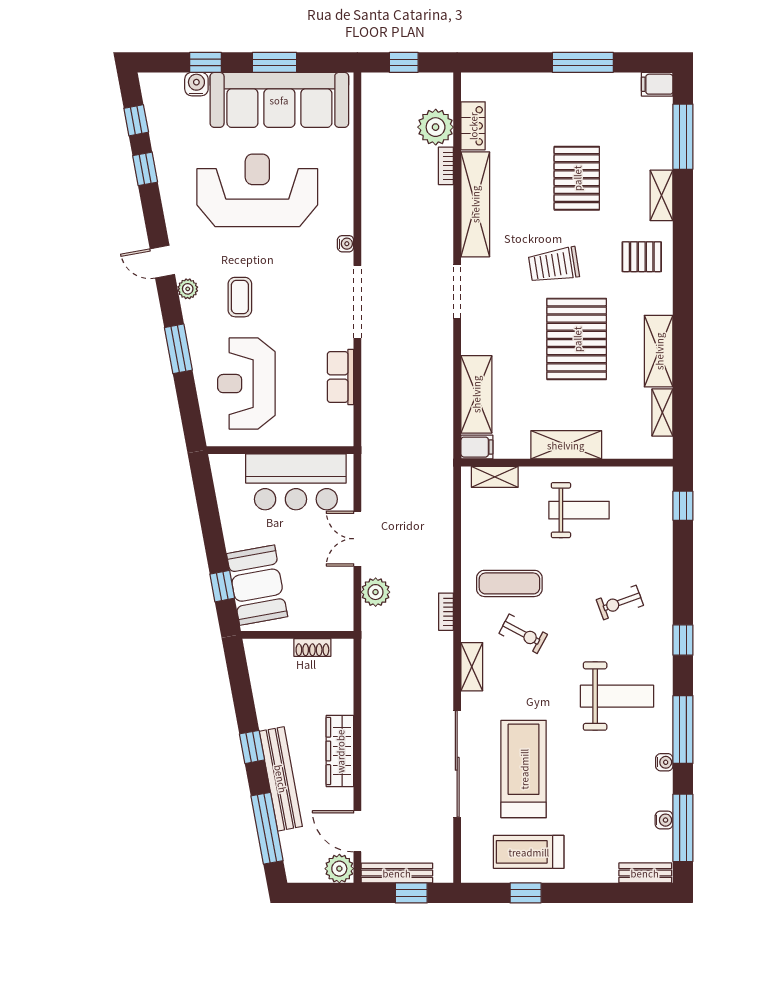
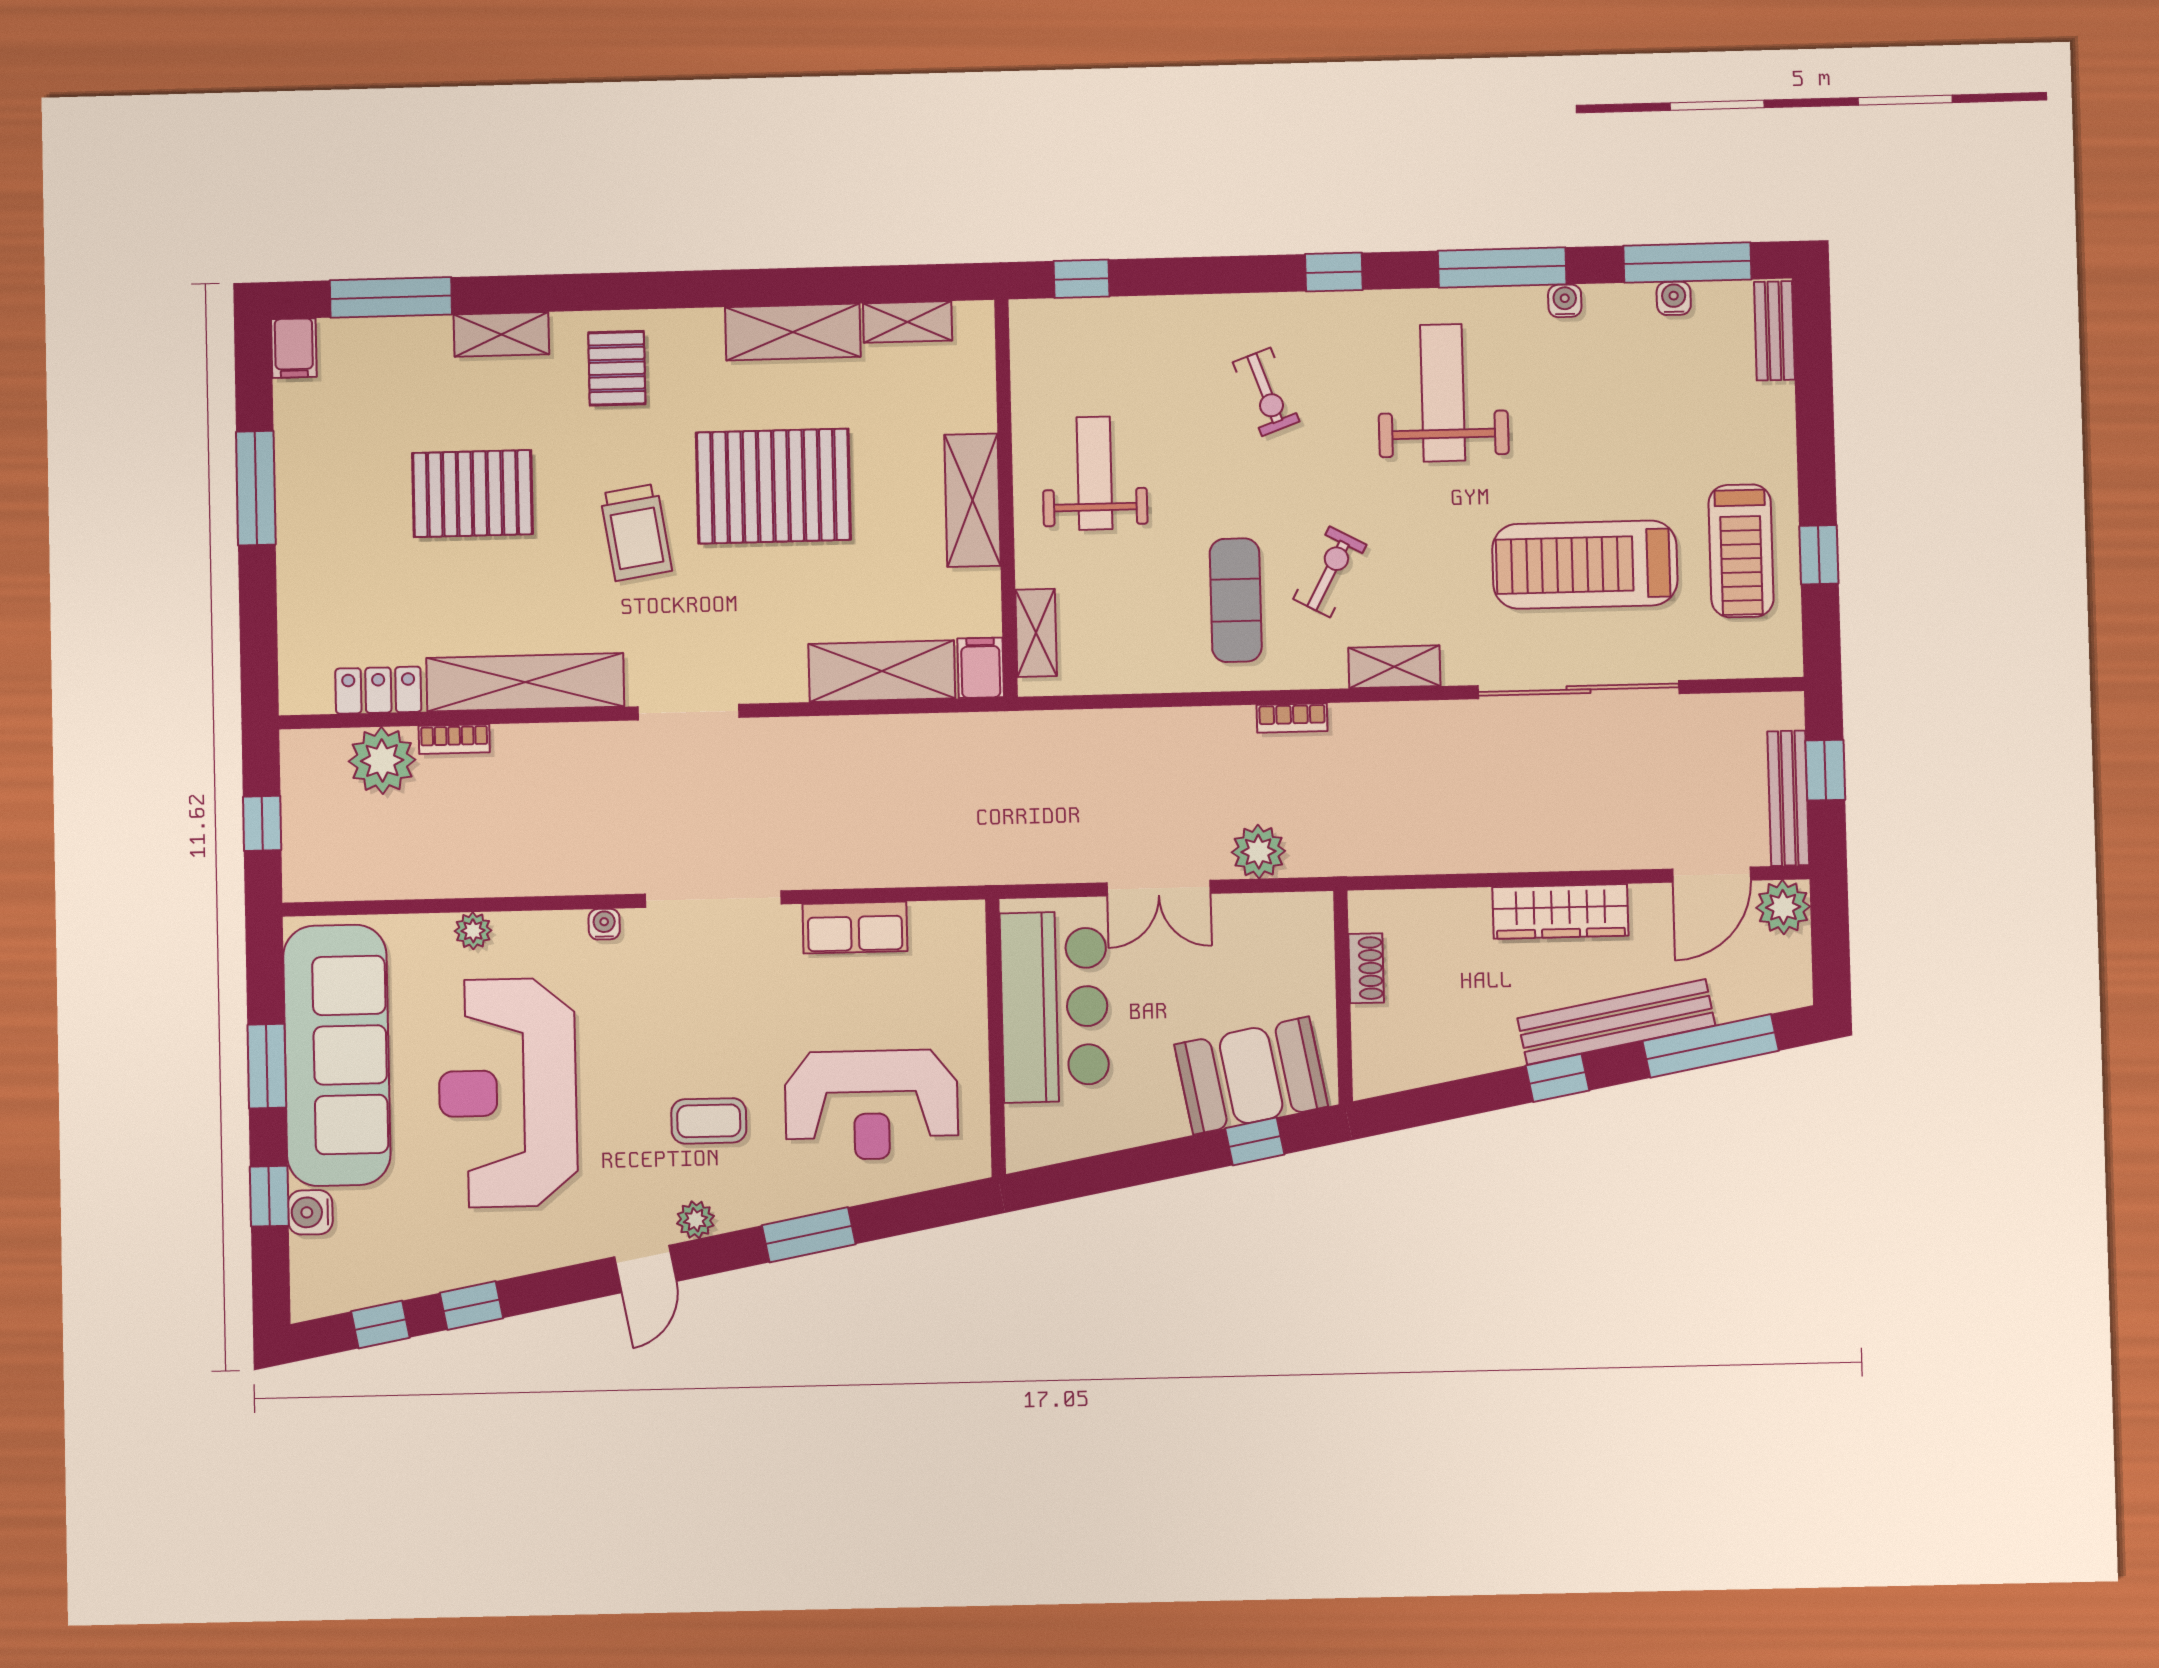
plant: (344, 174) -> (473, 931), added

